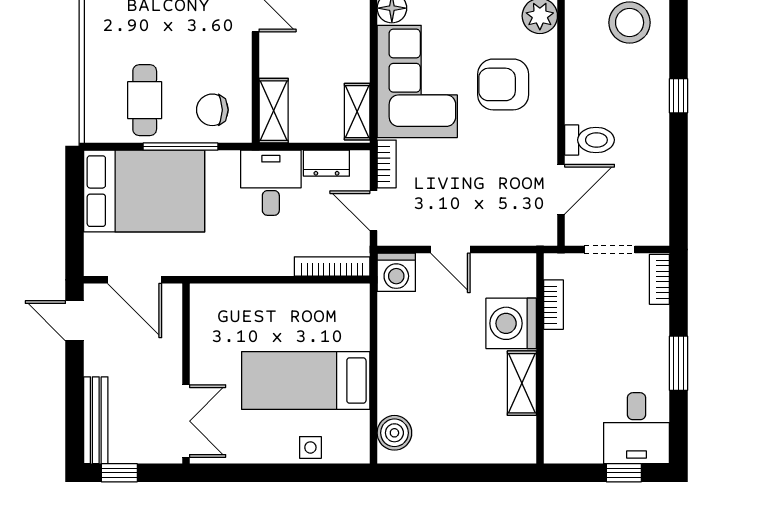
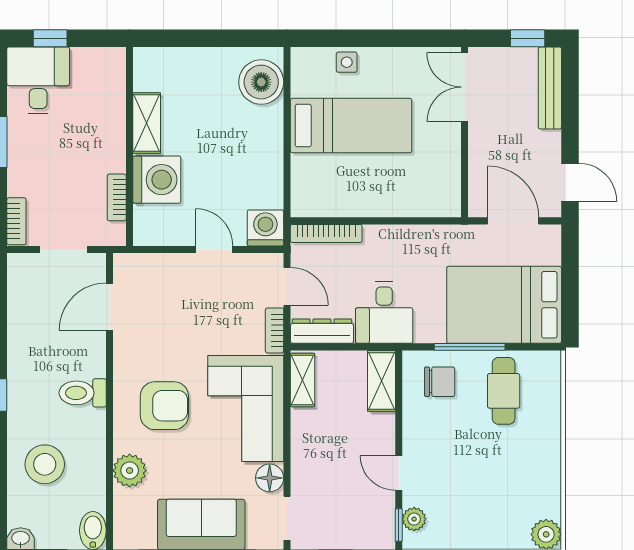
toilet: (590, 140) -> (83, 393), moved
dresser: (326, 163) -> (322, 331), width x1.44
boiler: (394, 433) -> (261, 82), width x1.37, depth x1.37

